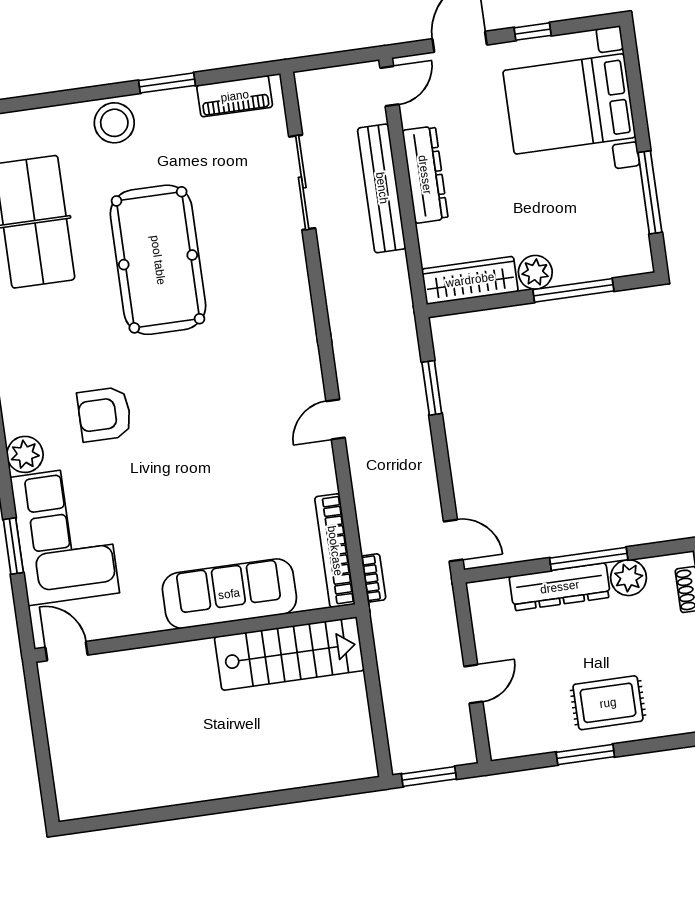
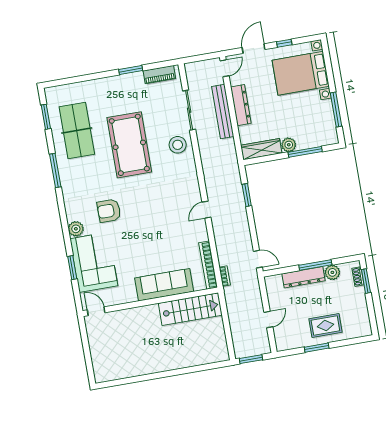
stool: (114, 123) -> (178, 145), moved

